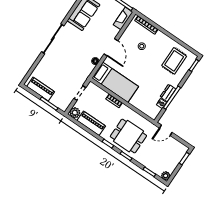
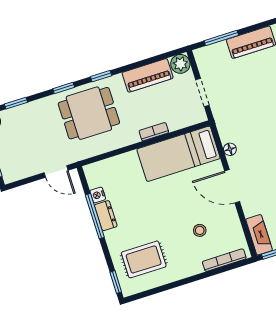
rug: (174, 61) -> (144, 259), turned 90
door: (166, 130) -> (56, 171), swing flipped

